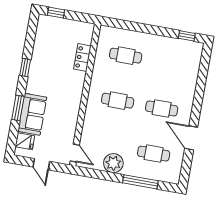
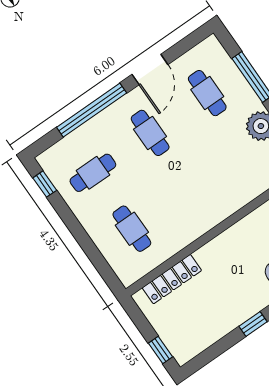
locker: (82, 58) -> (172, 279), width x1.53
window: (199, 92) -> (92, 110), added
cafe table: (118, 101) -> (93, 173), moved, turned 90

